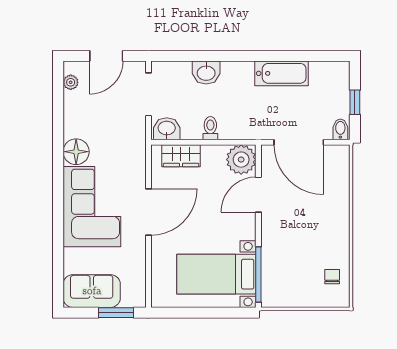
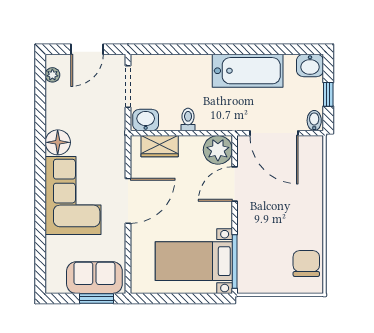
washbasin: (206, 72) -> (310, 65), moved
bathtub: (282, 73) -> (248, 71), width x1.36, depth x1.36
chair: (332, 277) -> (306, 264), width x1.87, depth x1.87
sofa: (92, 291) -> (94, 278), moved

